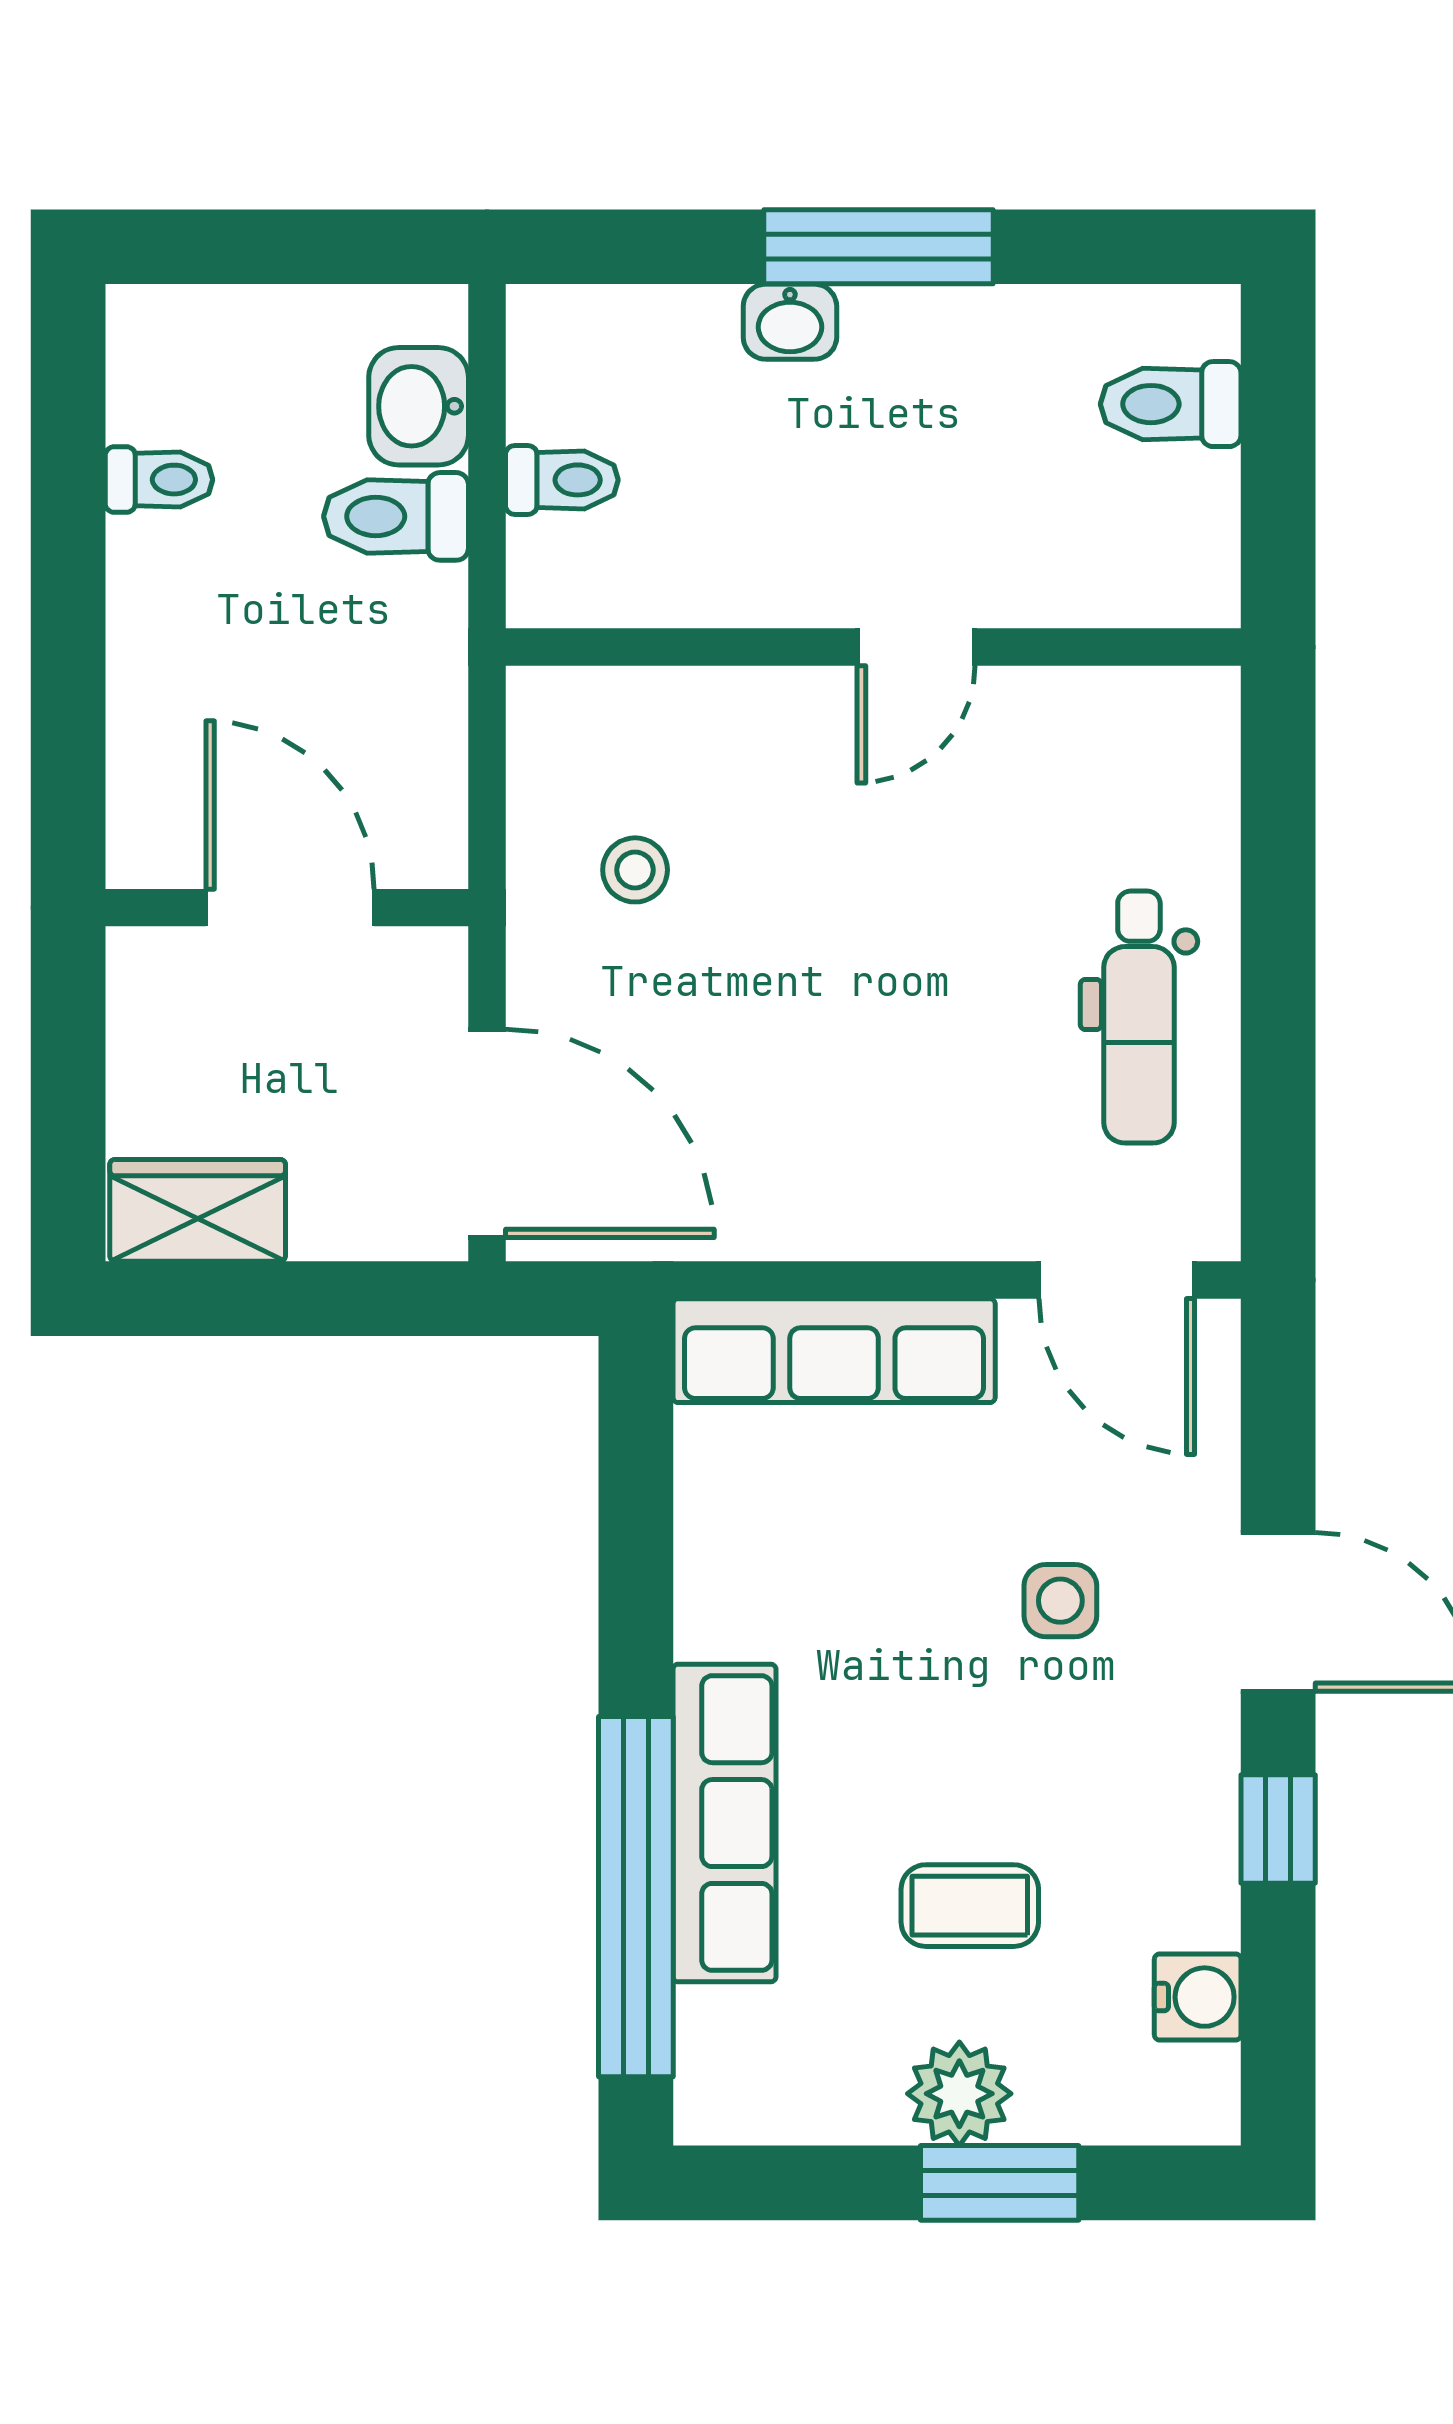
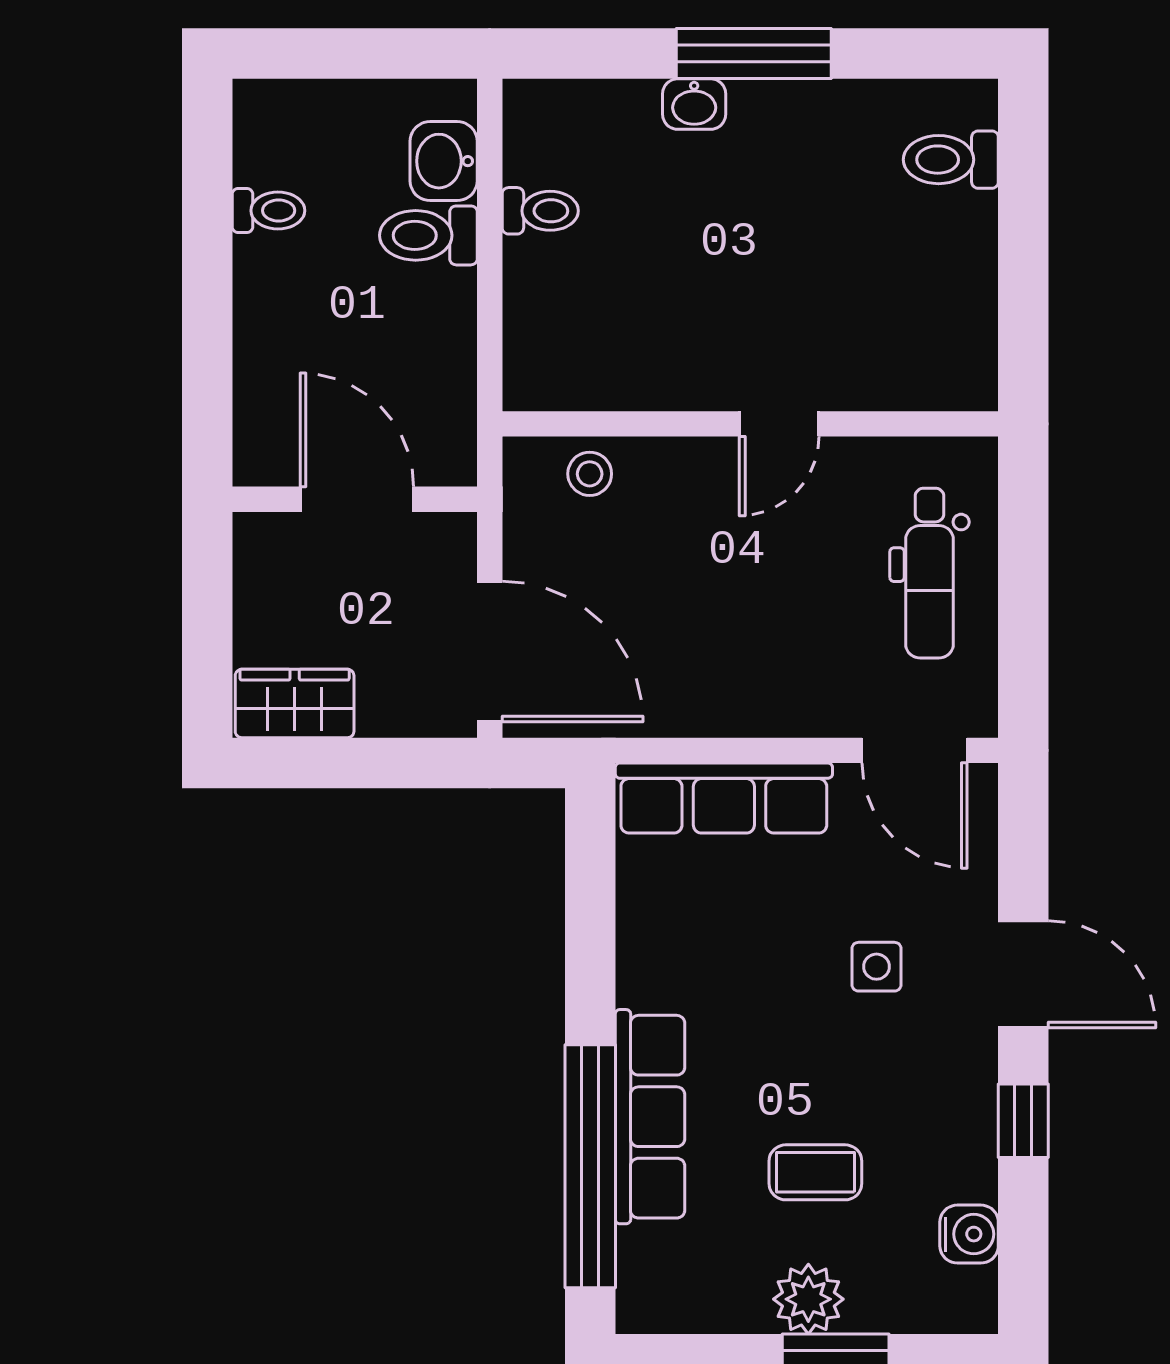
wall: (873, 647) -> (750, 424), moved
door: (916, 647) -> (779, 424), moved

